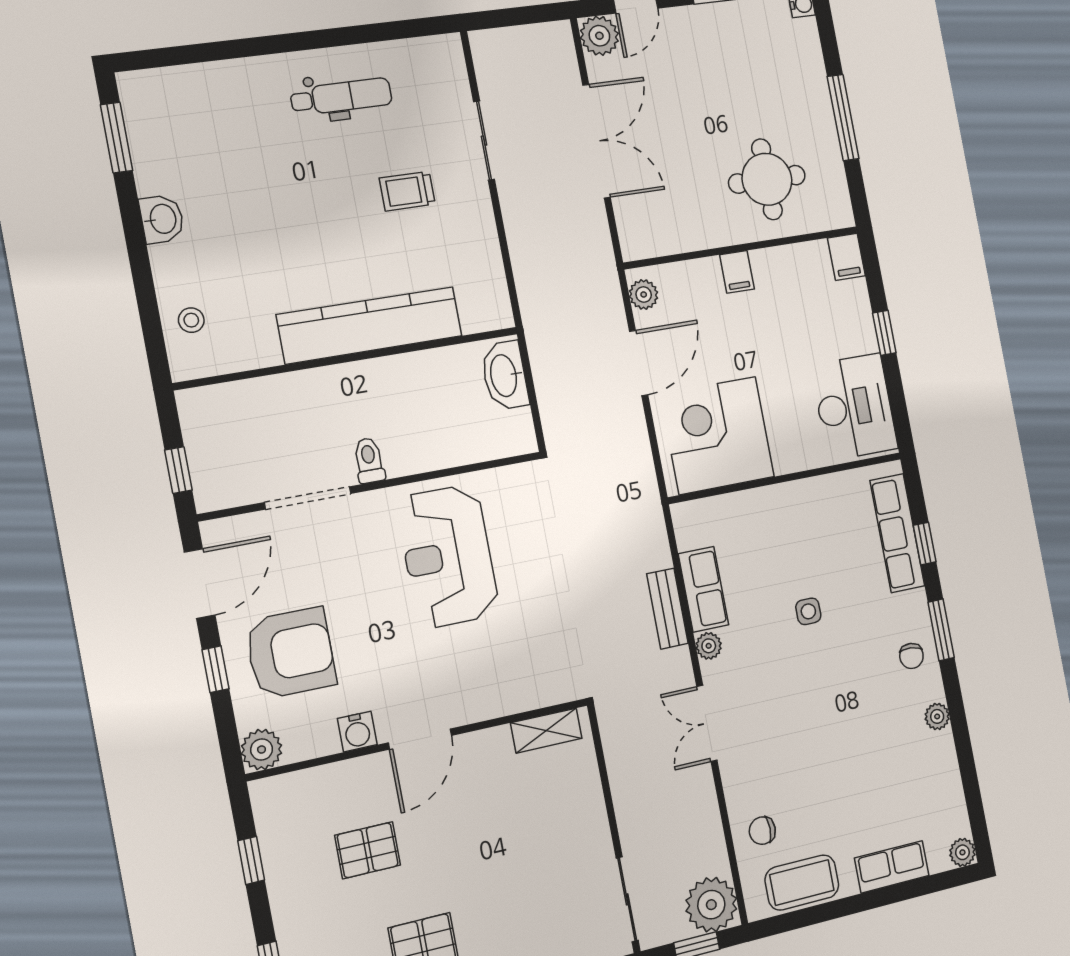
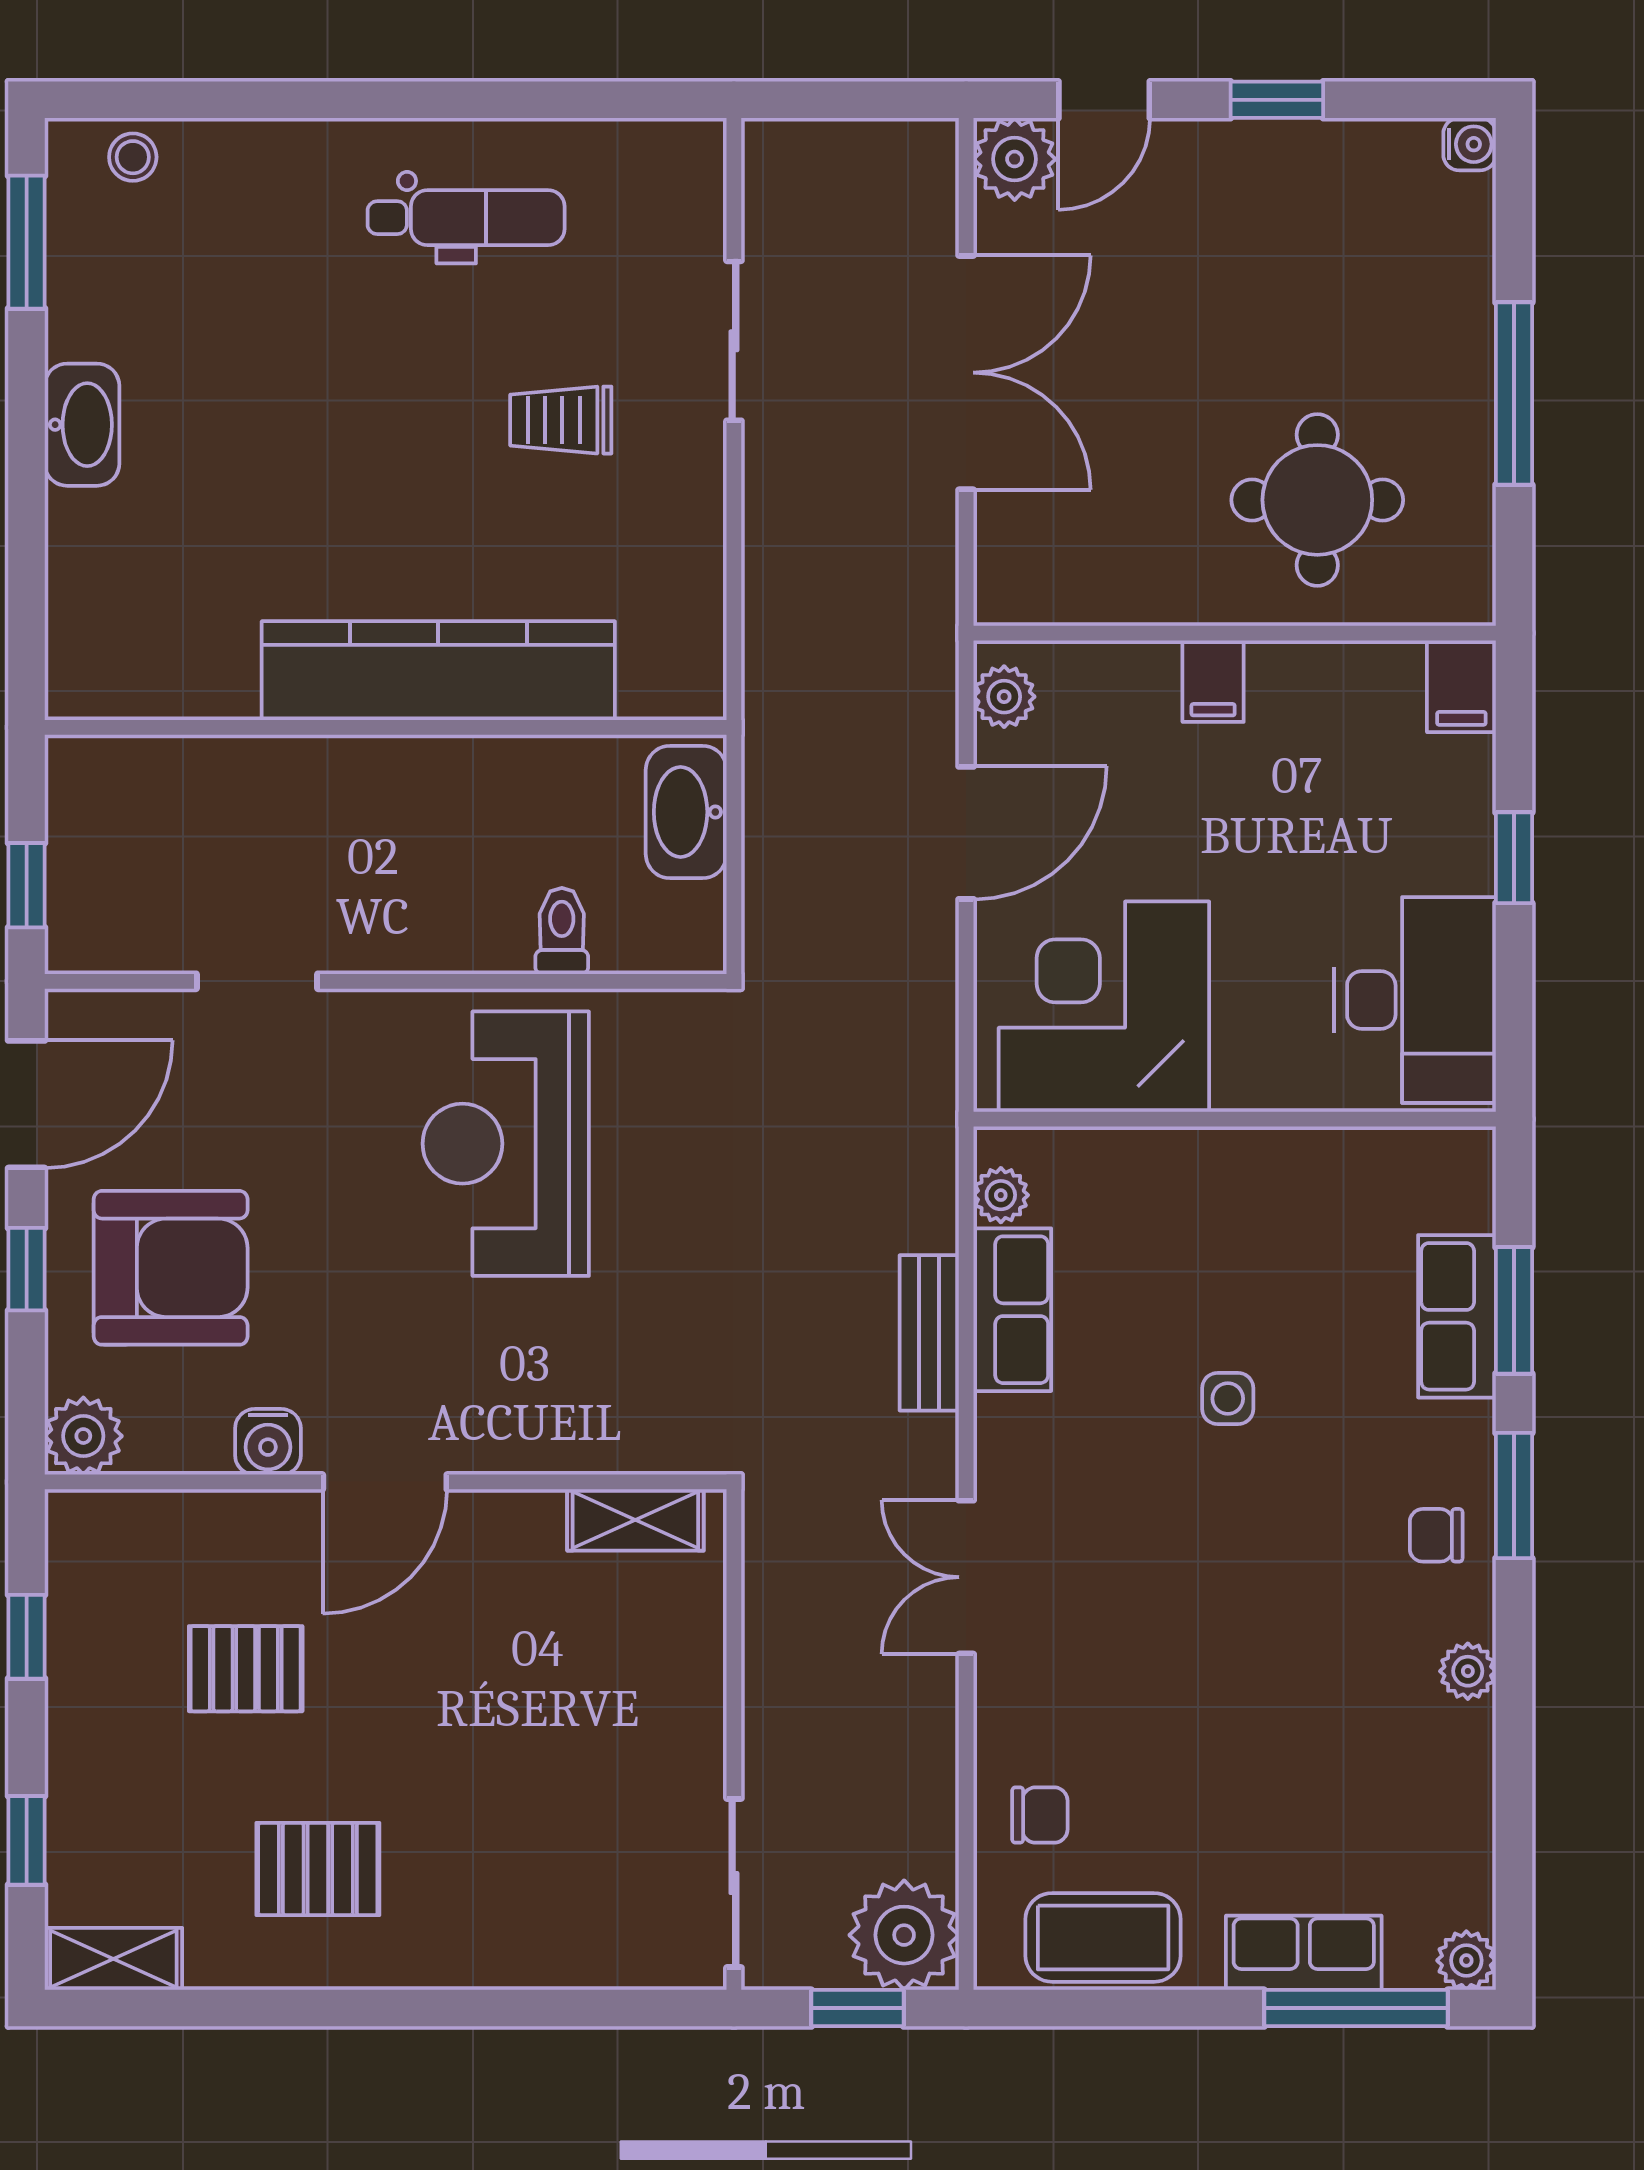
washbasin: (162, 219) -> (82, 425), width x1.38
stool: (191, 320) -> (133, 157), moved
toilet: (369, 460) -> (562, 931), moved
doorway: (308, 498) -> (257, 981), width x0.73
row of seats: (897, 533) -> (1457, 1316), width x0.68
window: (925, 543) -> (1514, 1310), width x1.50
plant: (709, 646) -> (1001, 1195), moved
chair: (911, 656) -> (1436, 1535), turned 85
chair: (762, 831) -> (1040, 1815), turned 180
window: (919, 887) -> (1356, 2008), added

